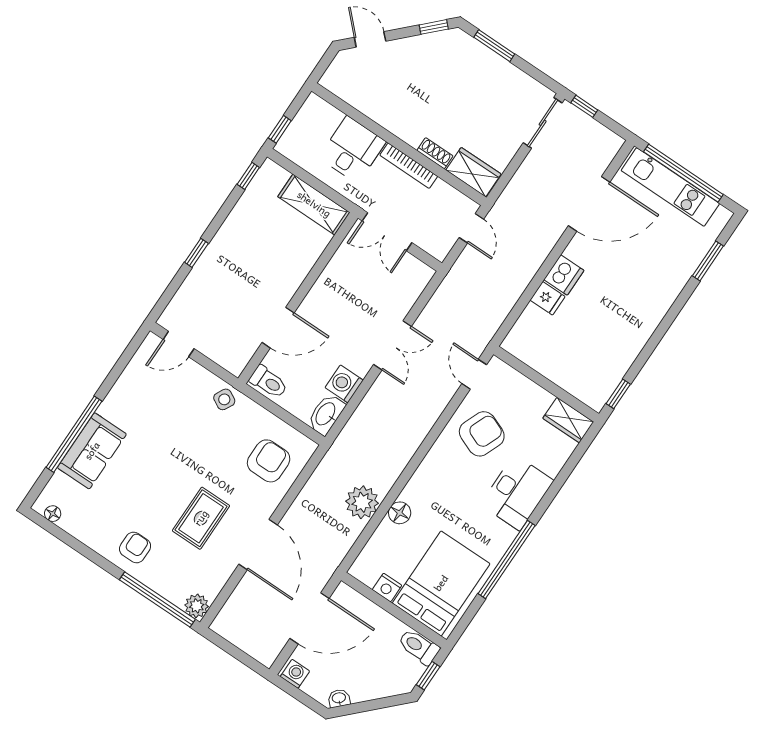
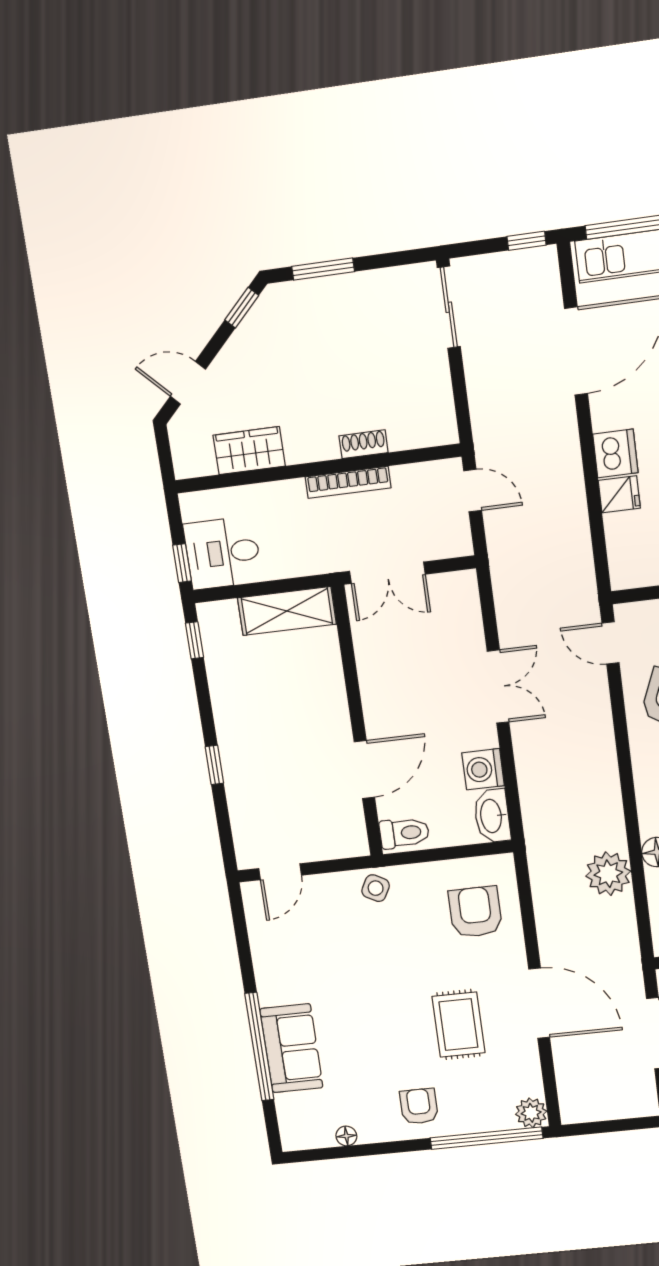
window: (584, 106) -> (527, 241), moved
desk: (352, 150) -> (223, 553), moved, turned -90
wardrobe: (473, 172) -> (249, 451), moved
floor lamp: (53, 514) -> (346, 1136), moved

